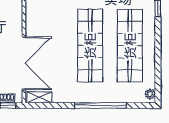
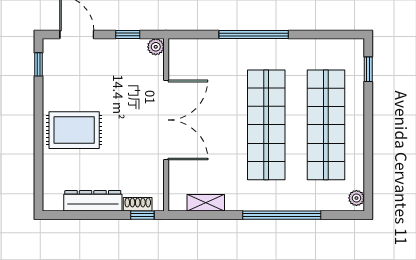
double door: (24, 63) -> (166, 120), moved
shelving: (39, 97) -> (206, 203), moved

